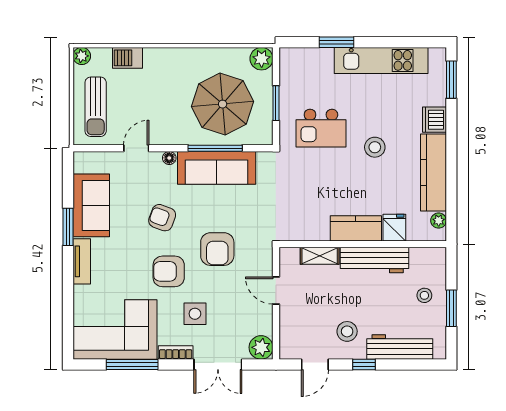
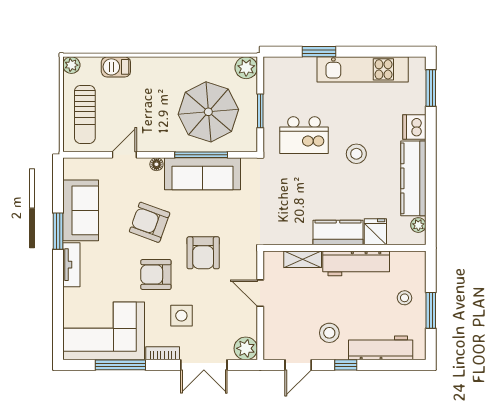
armchair: (162, 218) -> (150, 222), width x1.38, depth x1.38

